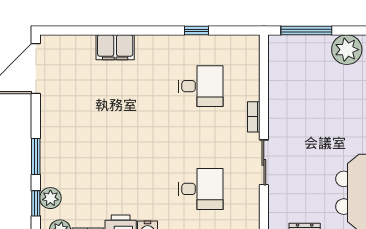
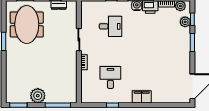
filing cabinet: (115, 47) -> (142, 97), moved
desk: (201, 86) -> (110, 78), turned 90
desk: (201, 189) -> (110, 26), turned 180

